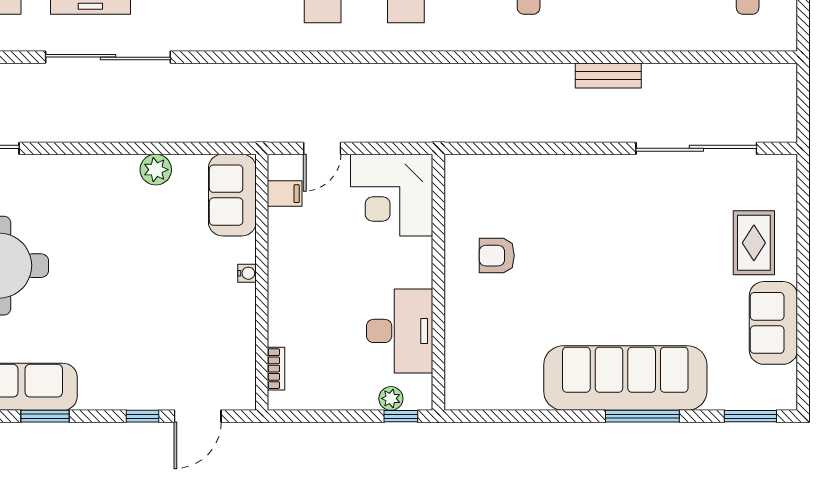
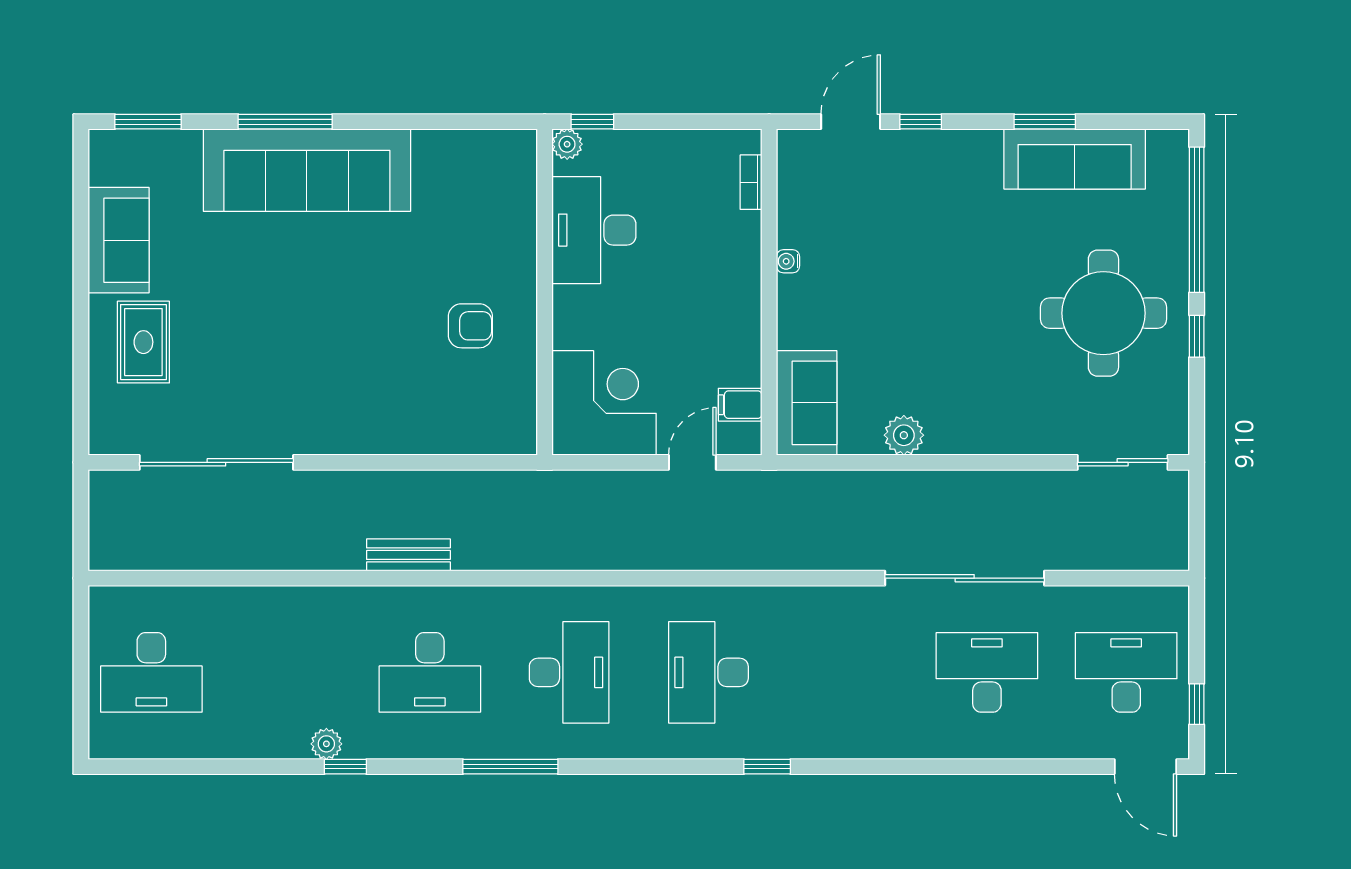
bench: (608, 75) -> (408, 555), moved
water cooler: (247, 273) -> (788, 261), moved
plant: (391, 398) -> (567, 144), moved

